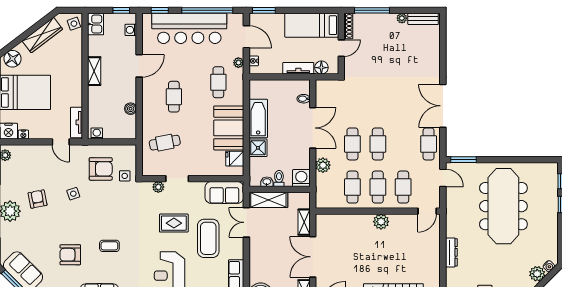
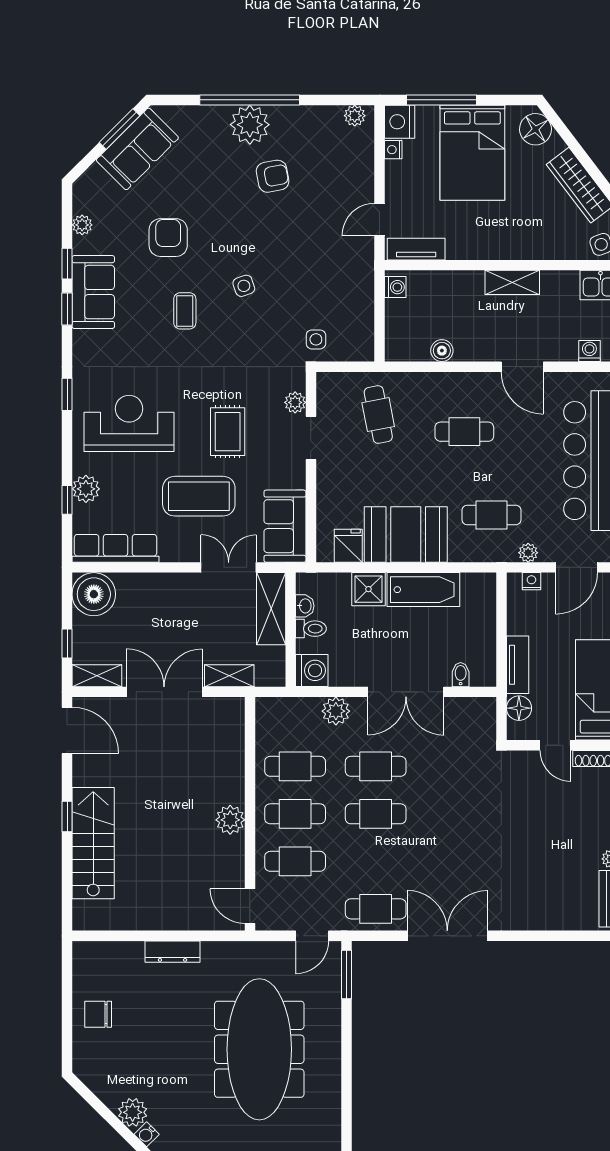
armchair: (101, 169) -> (329, 294), removed
side table: (73, 194) -> (244, 286), moved
meeting table: (503, 206) -> (259, 1049), turned 90

